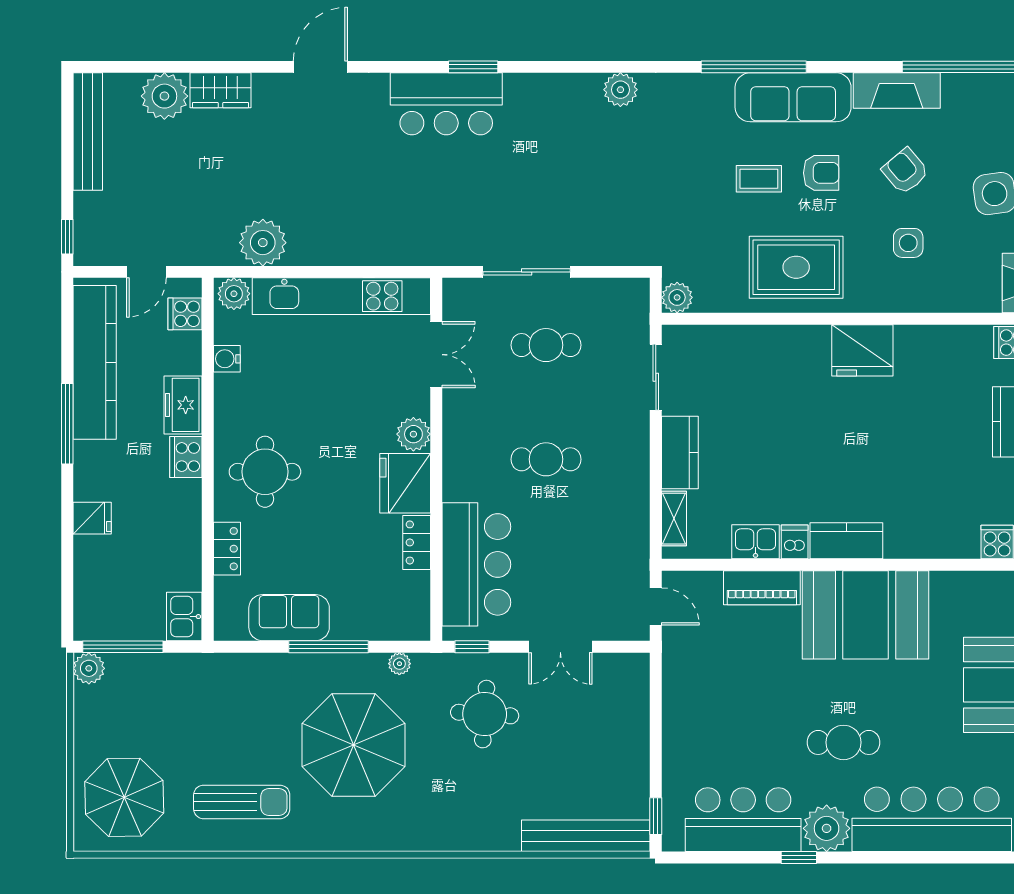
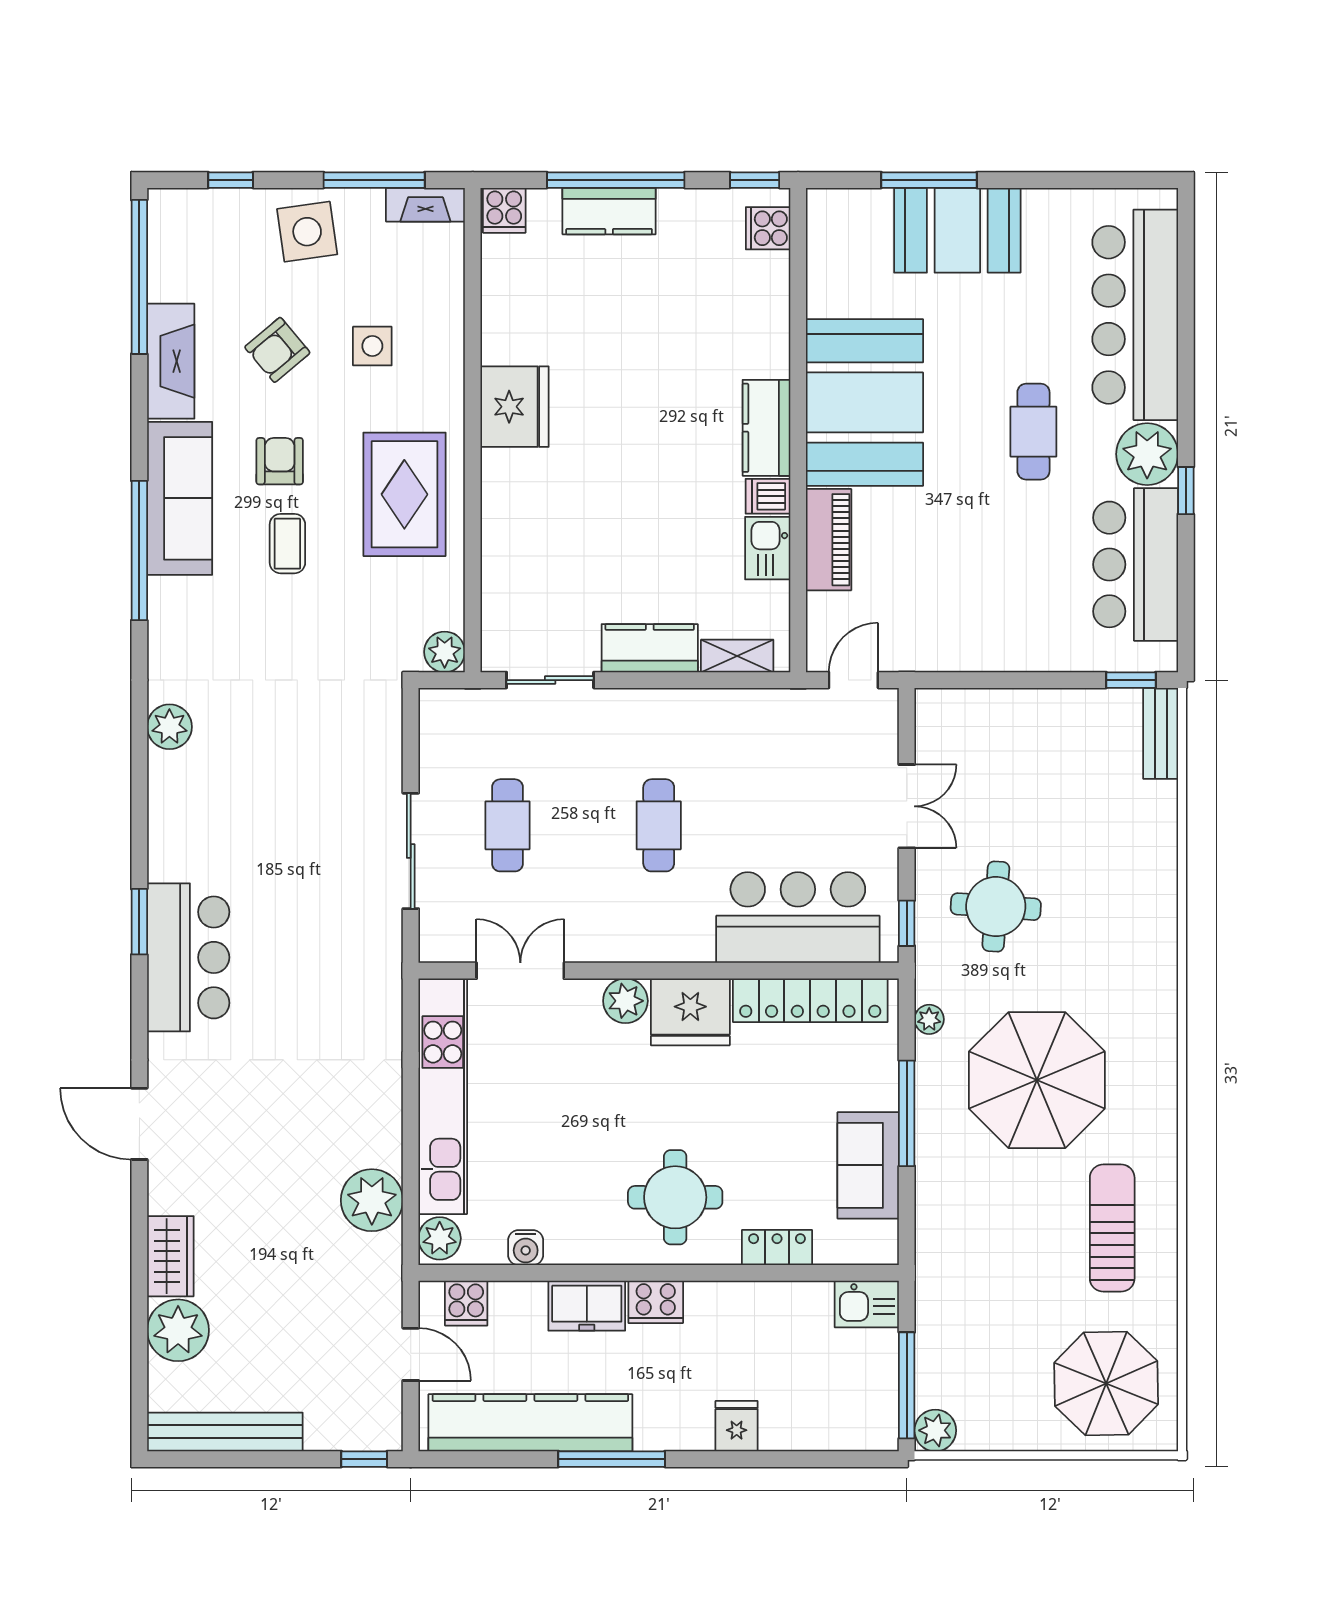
locker: (417, 542) -> (810, 1000), width x2.16, depth x1.21
bench: (586, 836) -> (1161, 733), width x0.54, depth x0.82

